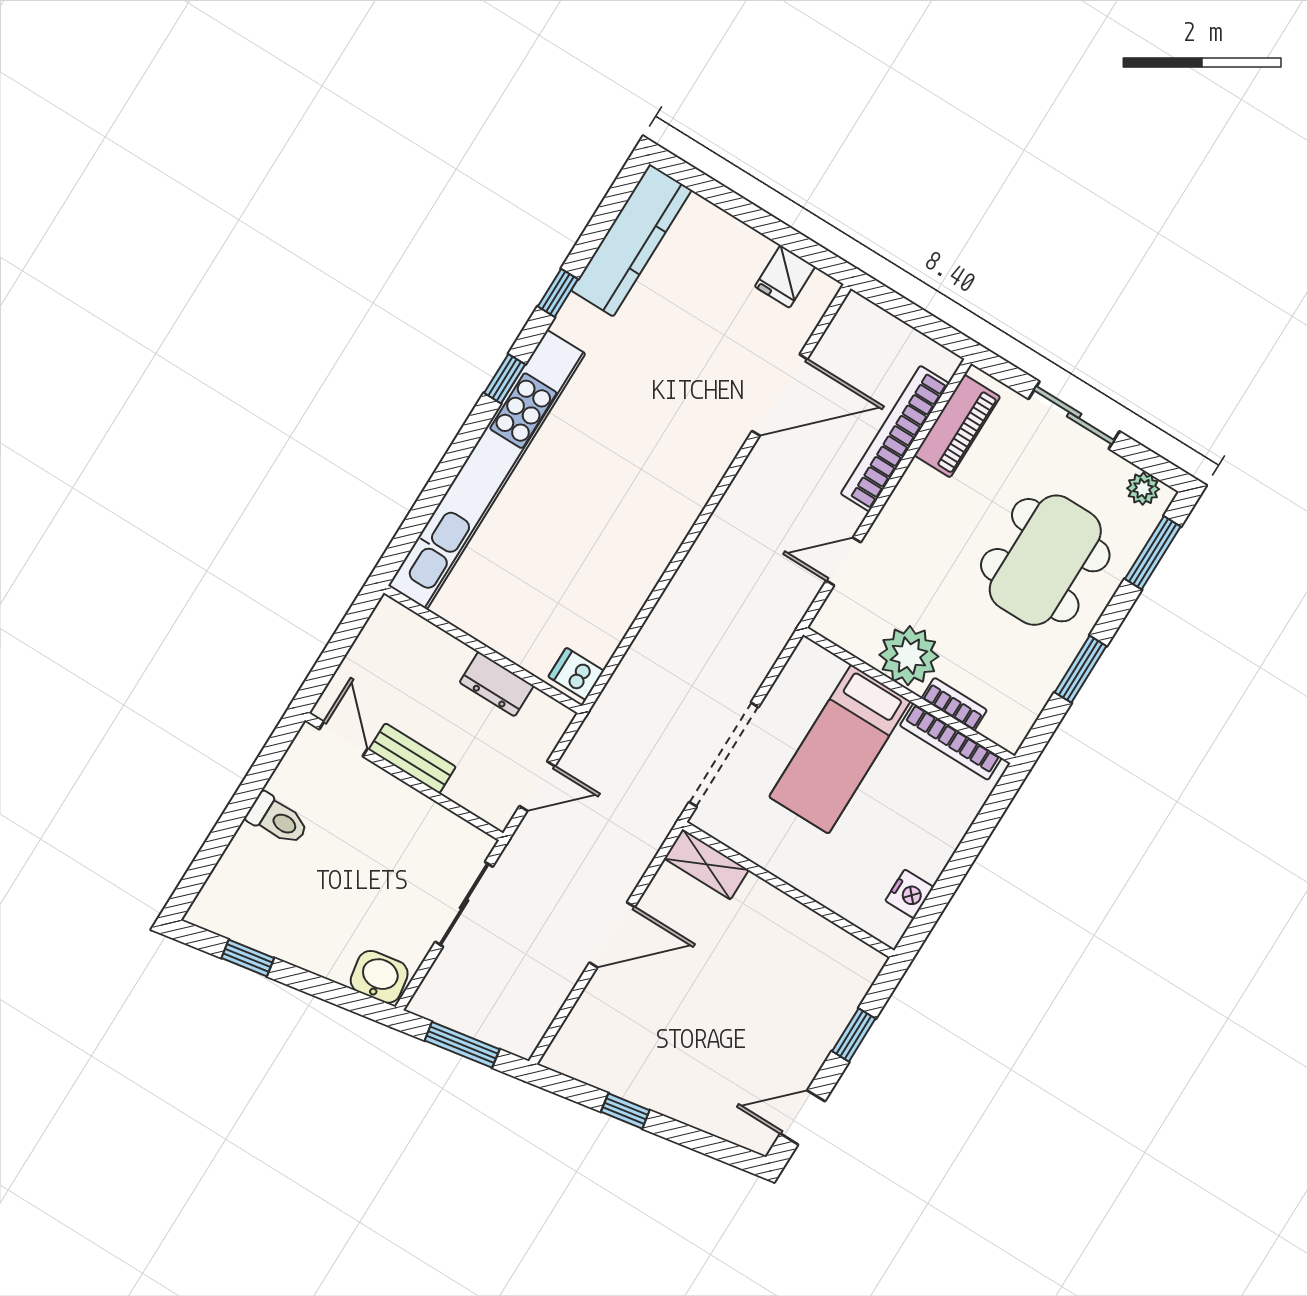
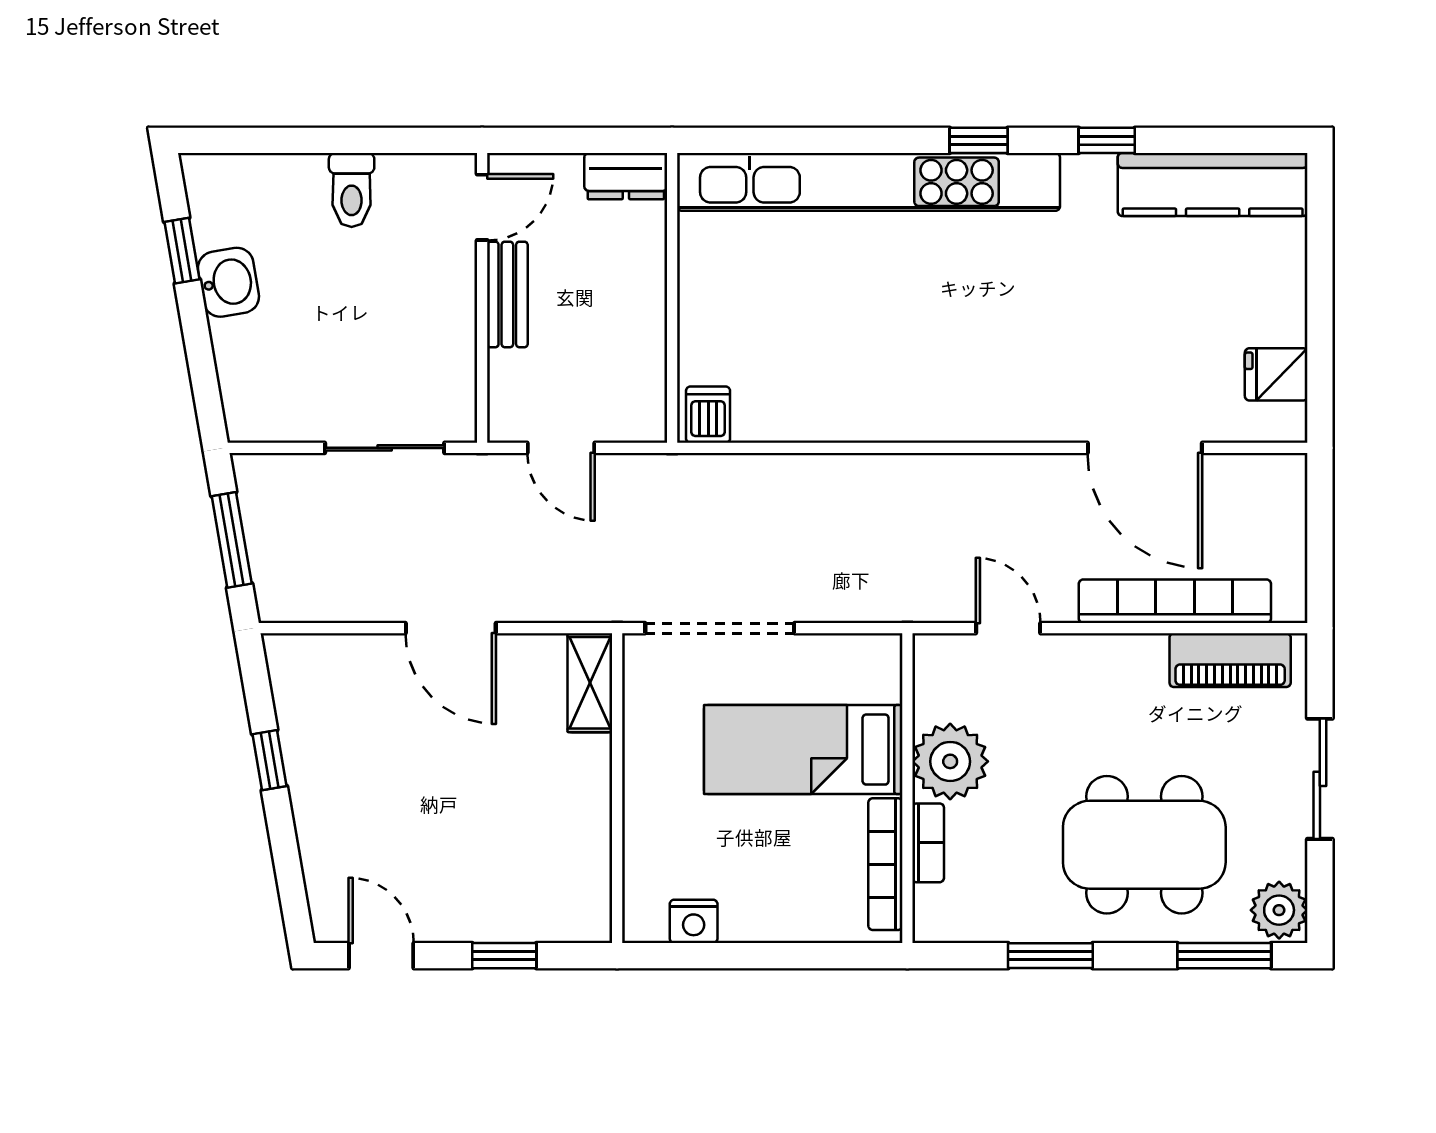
plant: (1143, 489) -> (1279, 910), width x1.38, depth x1.38
dresser: (497, 684) -> (626, 176), moved, turned -90
washbasin: (379, 977) -> (228, 282), moved

